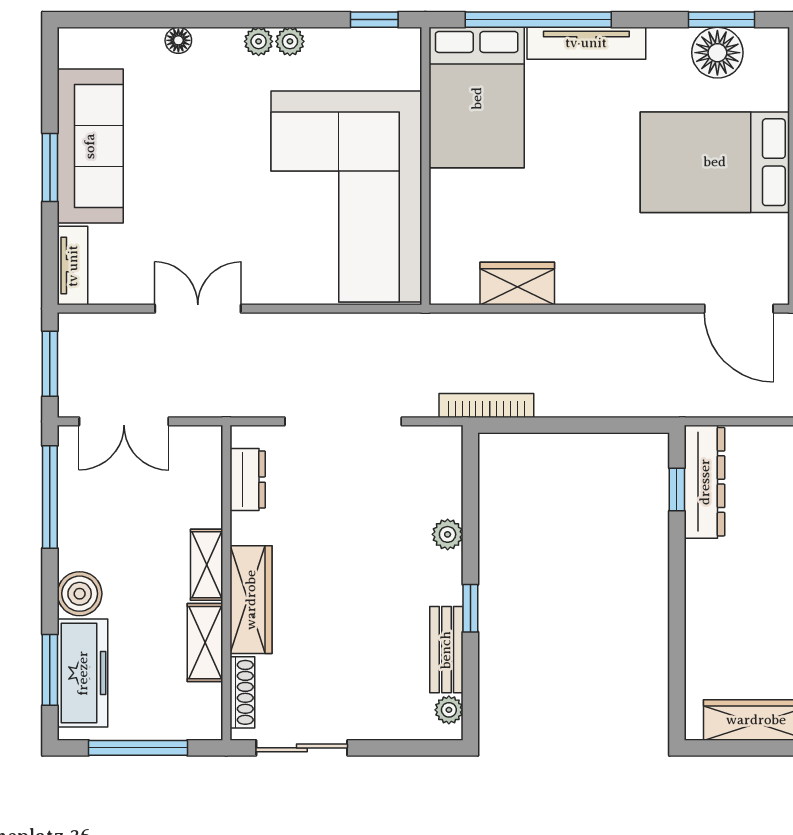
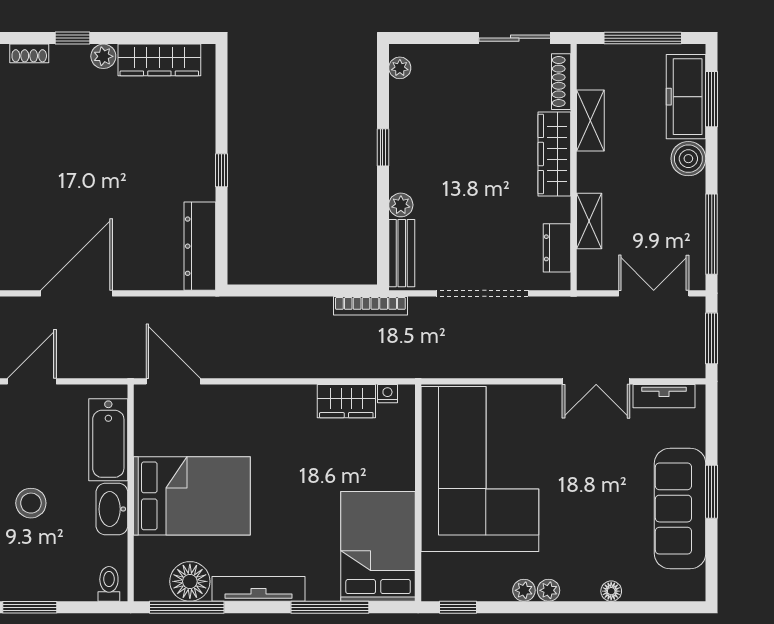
window: (538, 20) -> (330, 607), width x0.68
window: (722, 20) -> (187, 607), width x1.44
tv unit: (586, 43) -> (259, 589), moved
tv unit: (73, 266) -> (664, 396), moved, turned -90
nightstand: (465, 293) -> (387, 394), added
window: (677, 490) -> (222, 170), moved
shelving: (207, 565) -> (589, 221), moved
bench: (446, 650) -> (402, 253), moved

